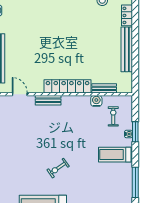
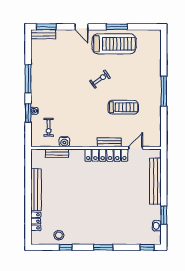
locker: (68, 86) -> (106, 155), moved
door: (20, 94) -> (136, 148), swing flipped
treadmill: (115, 155) -> (123, 107), moved
window: (135, 182) -> (28, 79), moved

